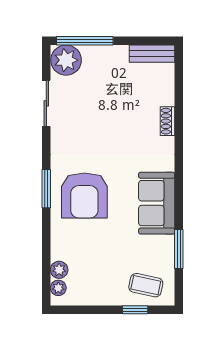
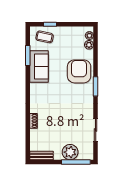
plant: (66, 60) -> (70, 152), moved
armchair: (84, 195) -> (79, 71), moved
sofa: (157, 203) -> (39, 66), moved

